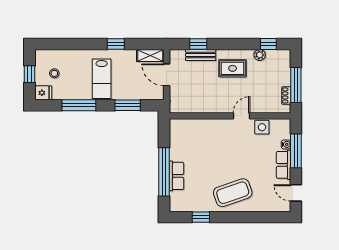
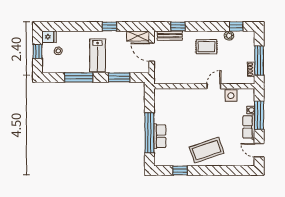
bench: (201, 55) -> (170, 36), moved
fridge: (43, 93) -> (49, 37), moved

